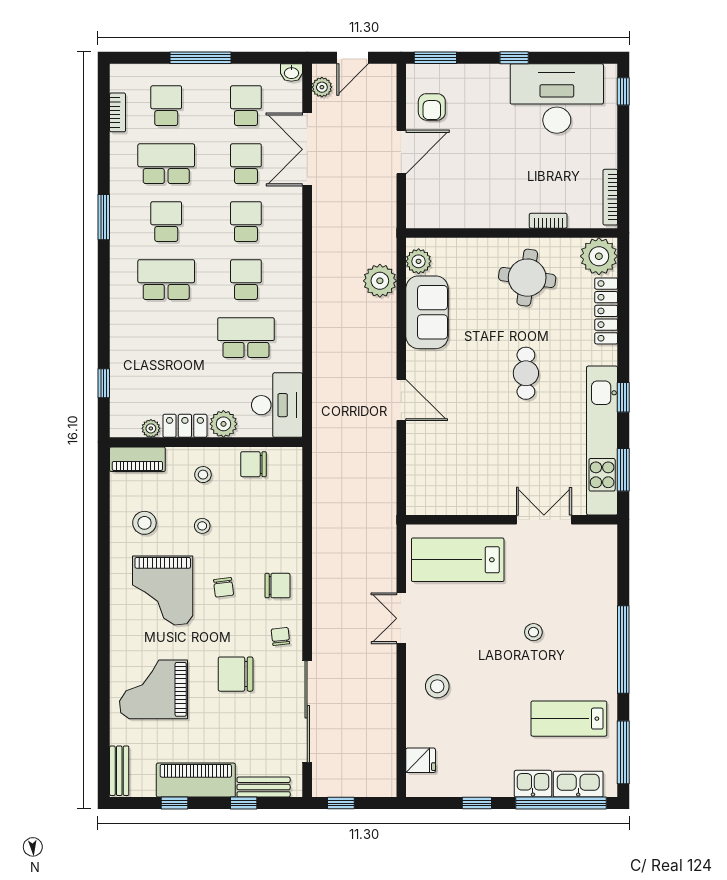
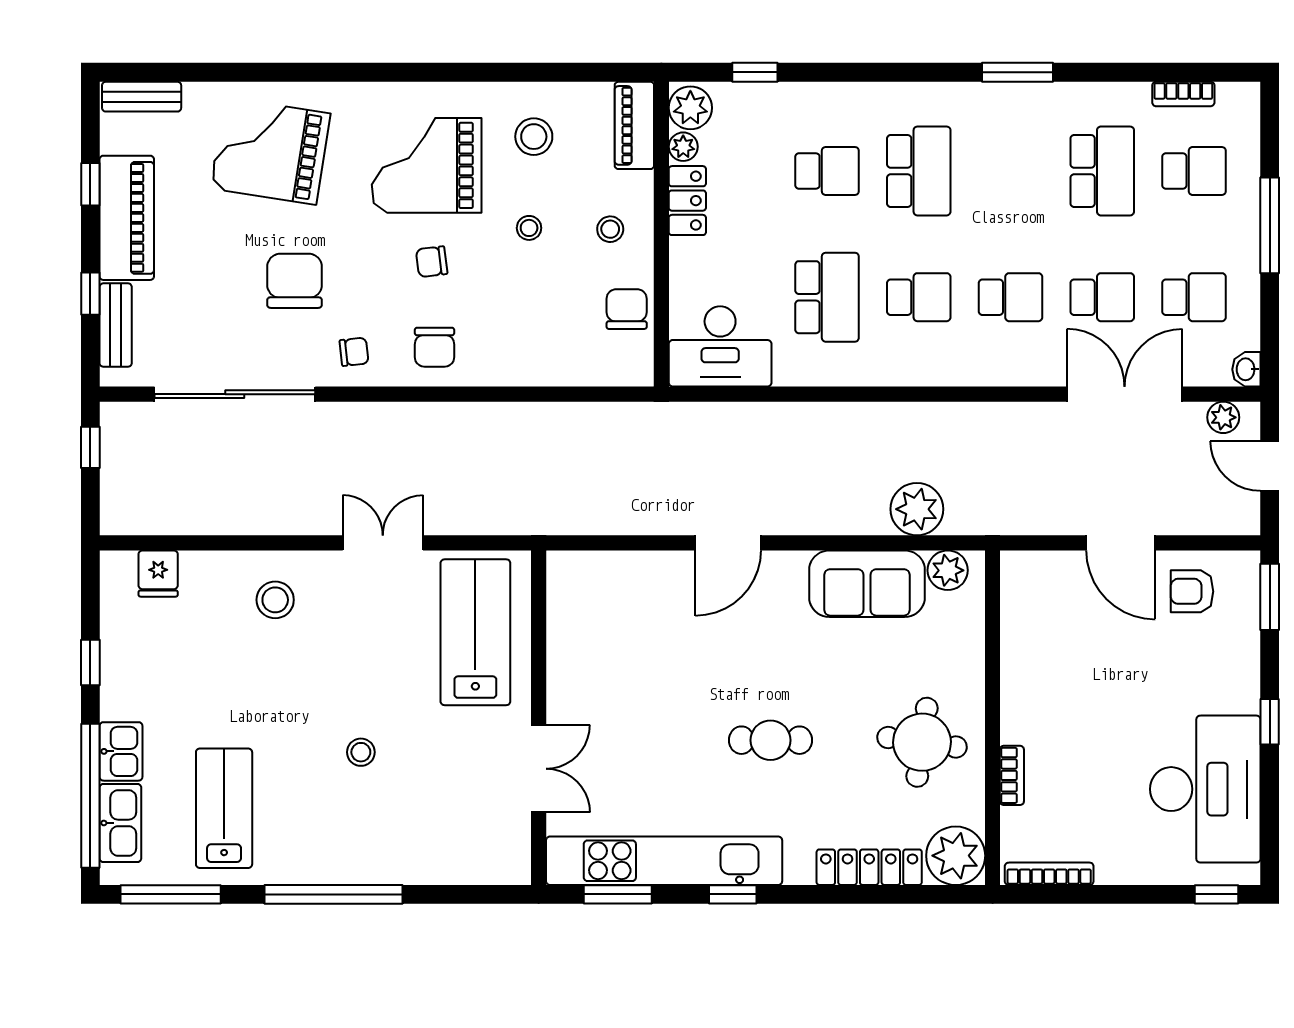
school desk: (166, 222) -> (827, 171), moved
plant: (223, 424) -> (690, 108), moved
grand piano: (154, 689) -> (270, 151), turned -81

